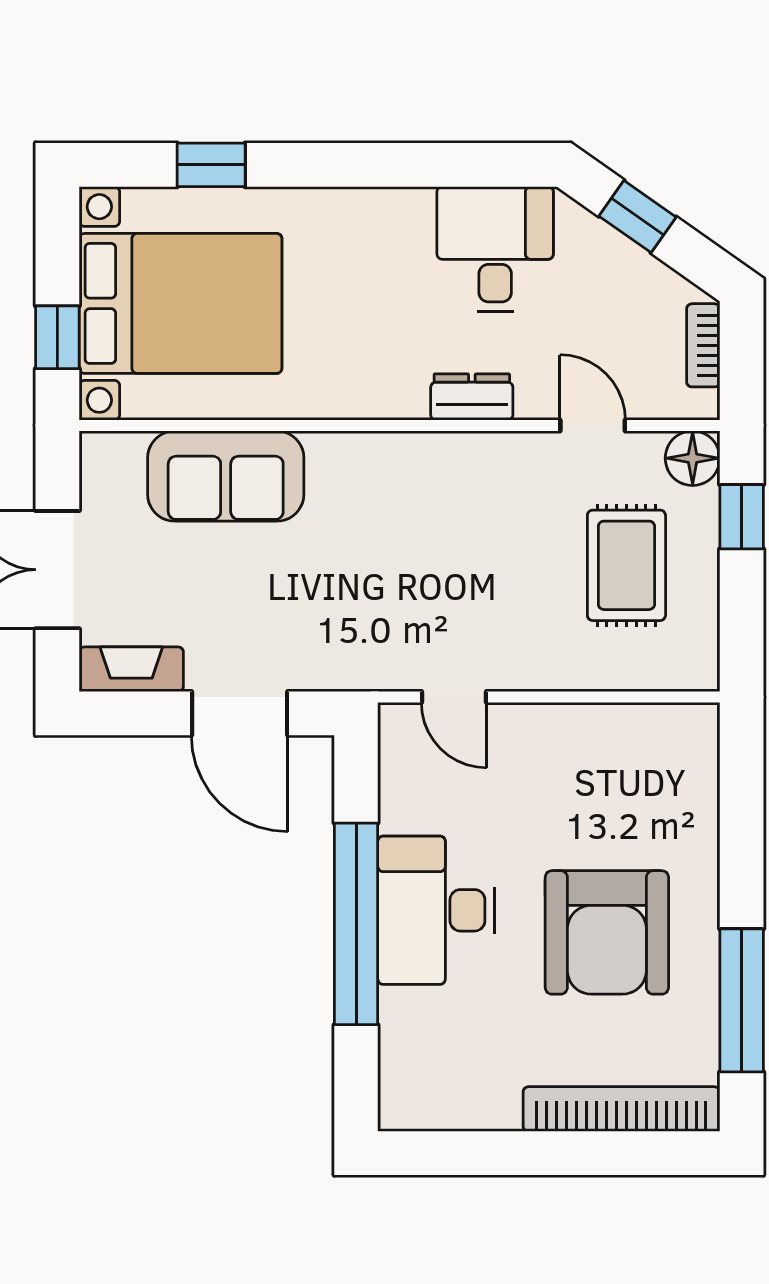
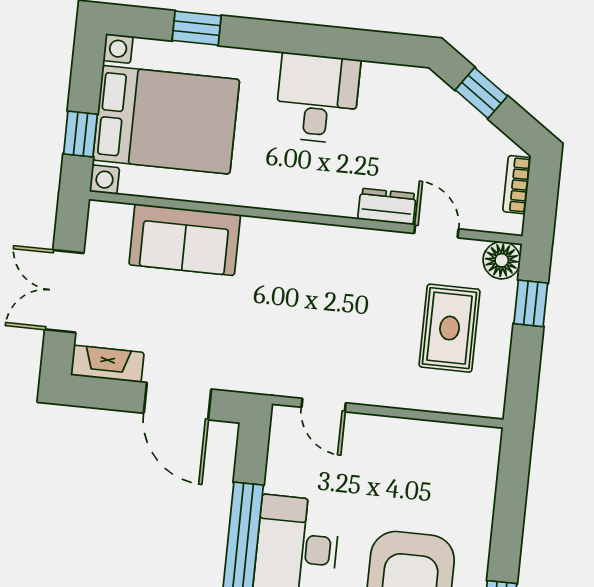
desk: (495, 249) -> (317, 98), moved
dresser: (472, 397) -> (387, 207), moved

